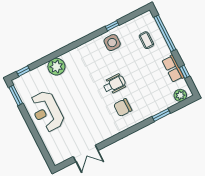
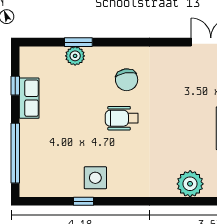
coffee table: (146, 40) -> (46, 157), removed
plant: (180, 95) -> (75, 56), moved
chair: (123, 107) -> (127, 80), turned 81

